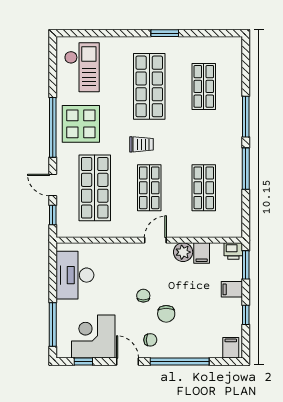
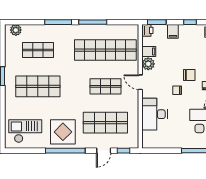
plant: (234, 53) -> (16, 30), added
trolley: (142, 144) -> (76, 91), removed
shop shelf: (204, 188) -> (105, 50), width x2.00, depth x1.36
desk: (75, 275) -> (154, 114), moved, turned 90

